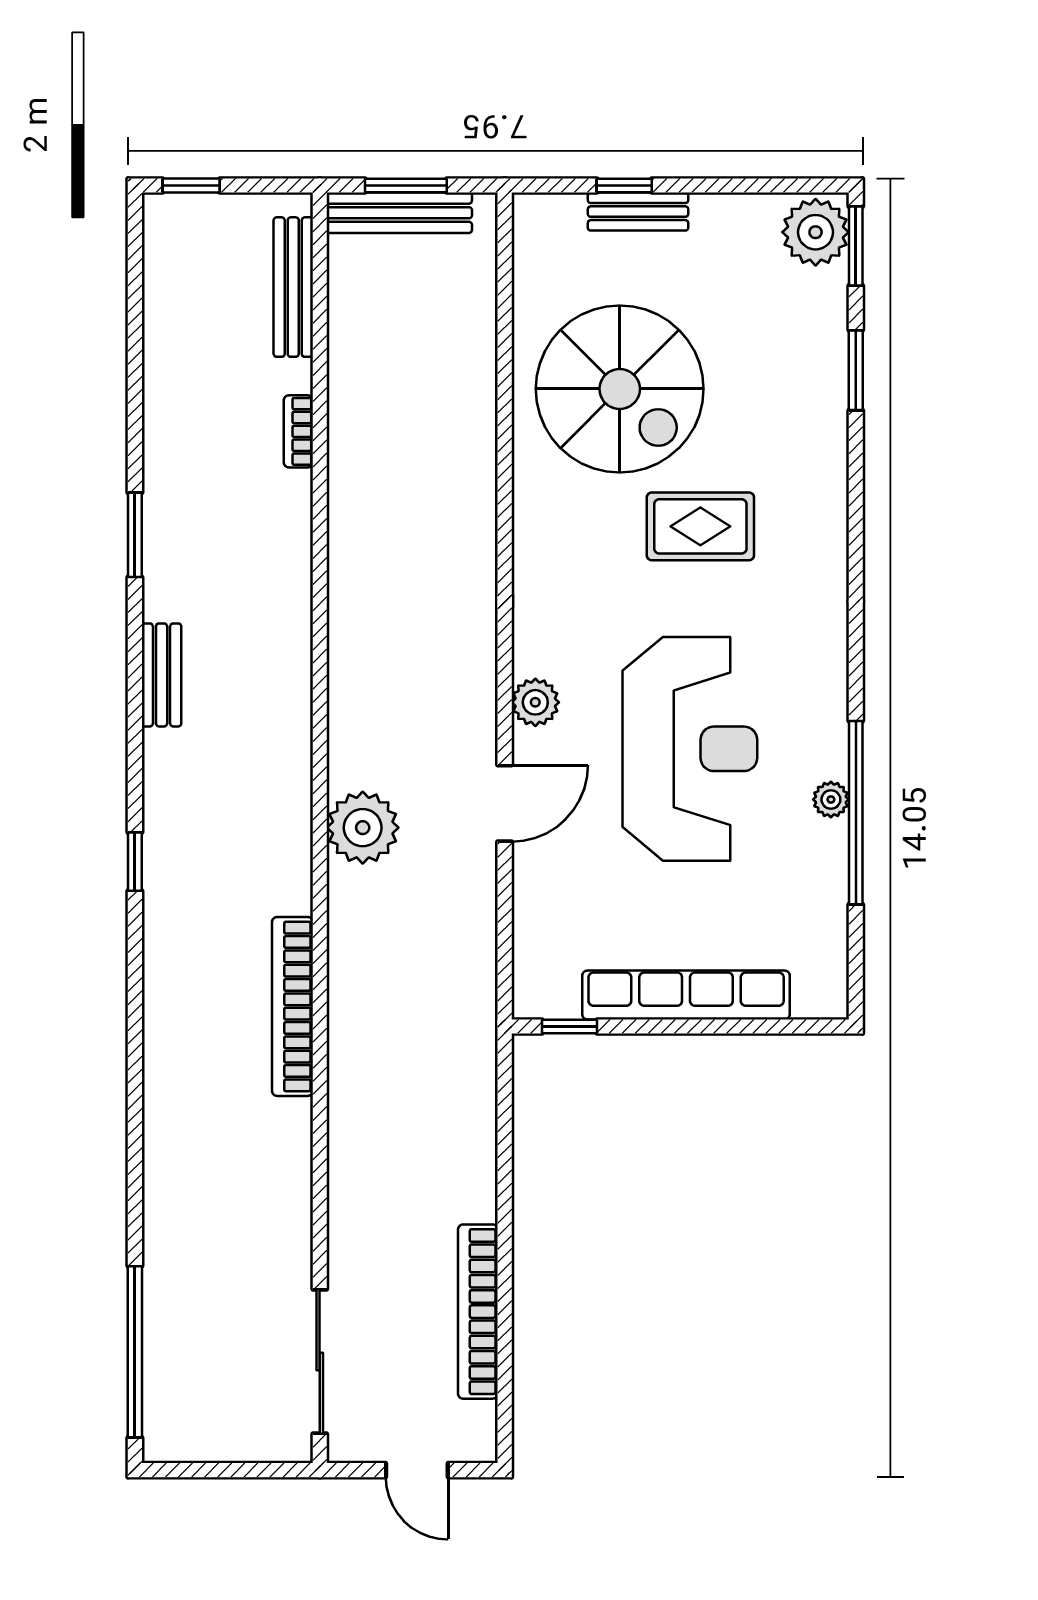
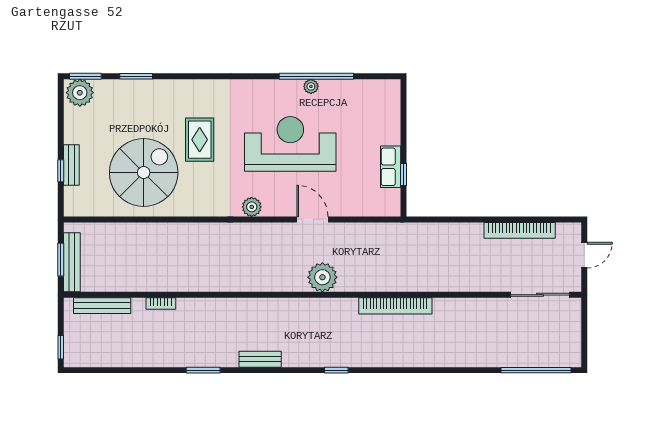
plant: (535, 702) -> (252, 207), moved
row of seats: (686, 995) -> (391, 167), width x0.50
window: (569, 1027) -> (403, 175), moved

